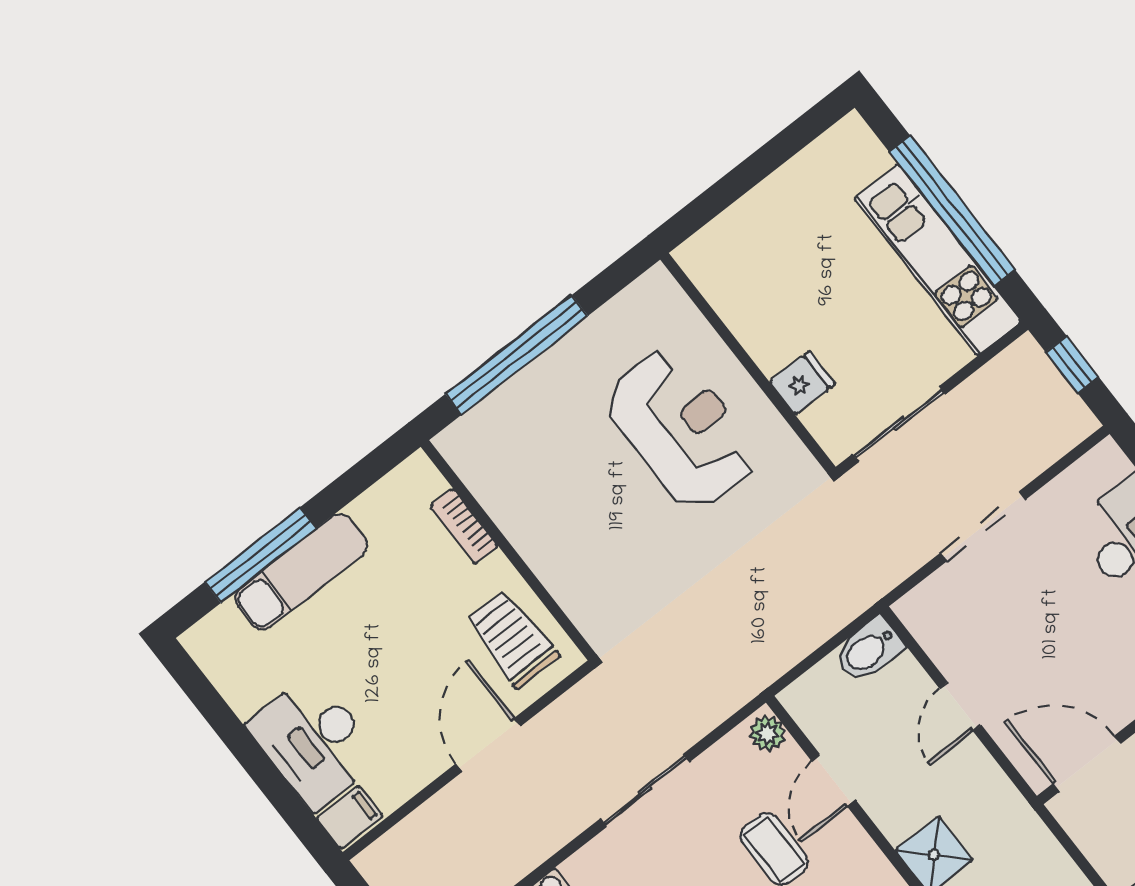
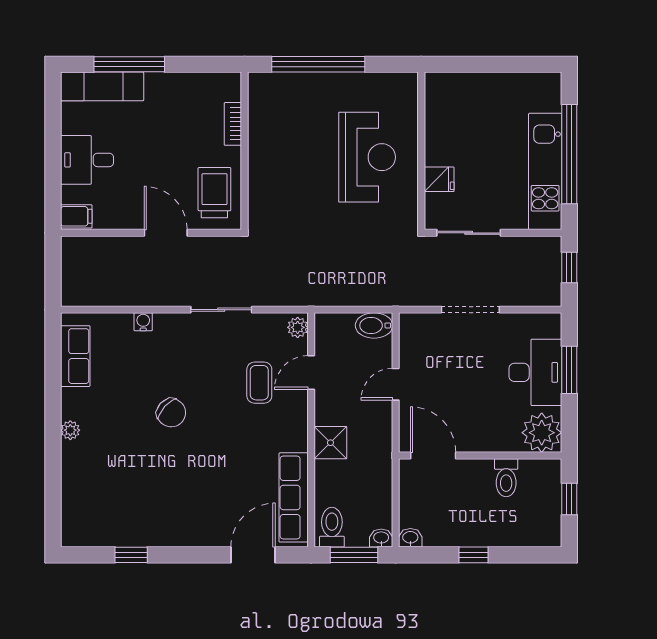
exam couch: (301, 572) -> (102, 86), moved
desk: (314, 742) -> (87, 160), width x0.73
door: (488, 745) -> (166, 233), hinge flipped

